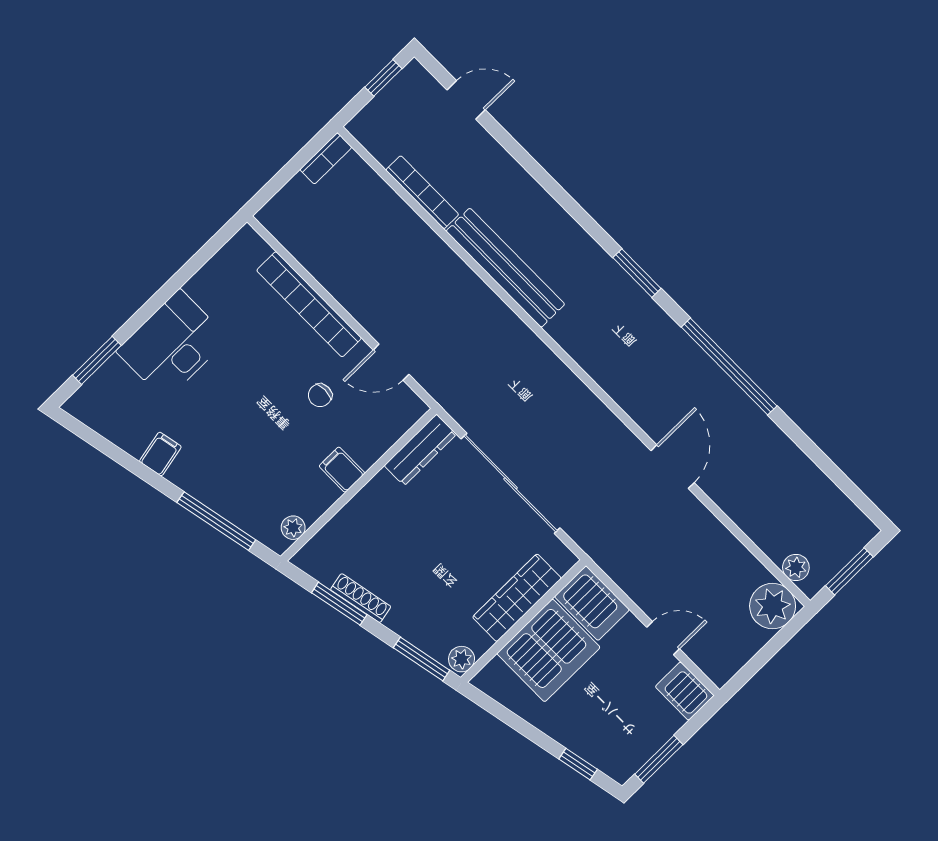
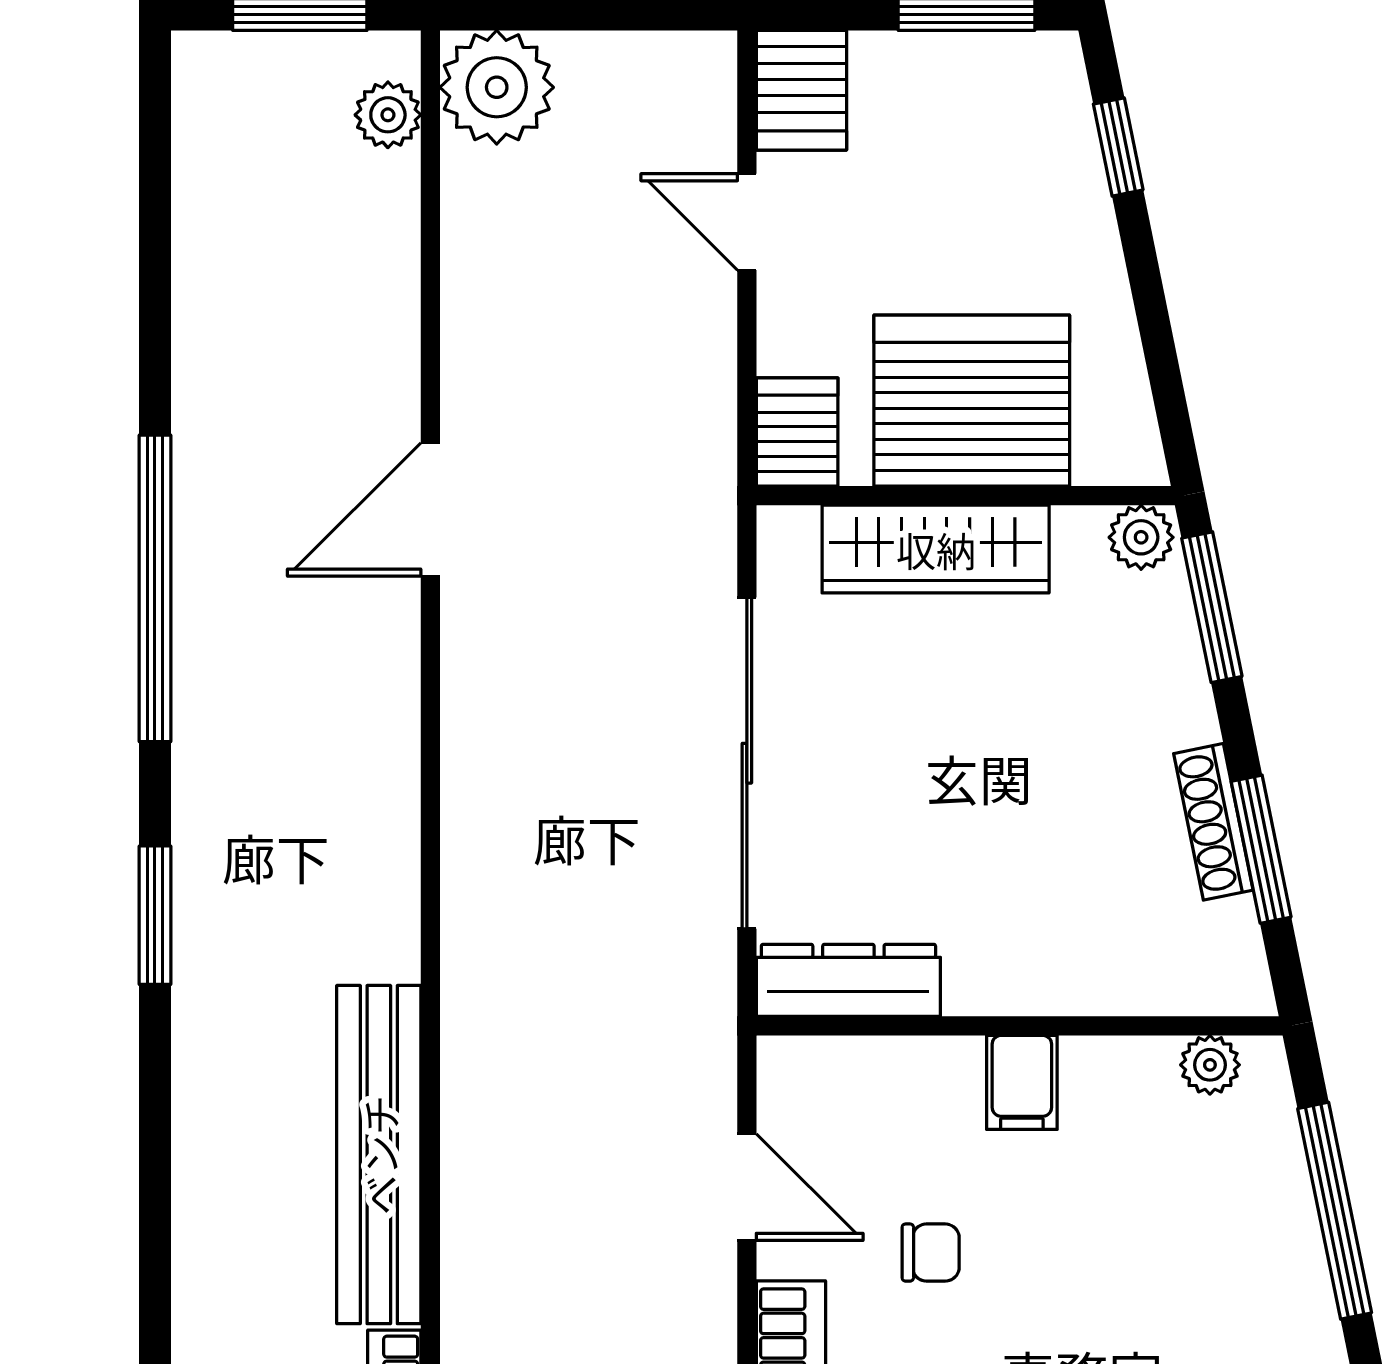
server rack: (592, 603) -> (797, 432), width x0.73, depth x0.70

